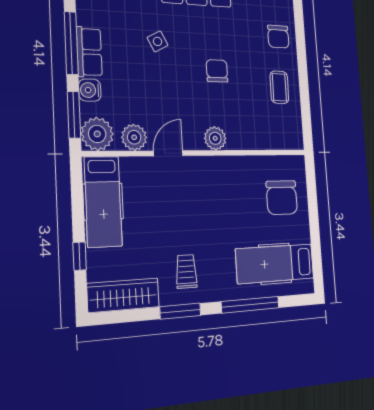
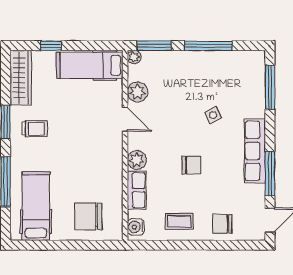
row of seats: (89, 52) -> (137, 190), moved, turned -90
water cooler: (90, 90) -> (136, 227), moved, turned -90
plant: (97, 134) -> (134, 57), width x0.53, depth x0.53

